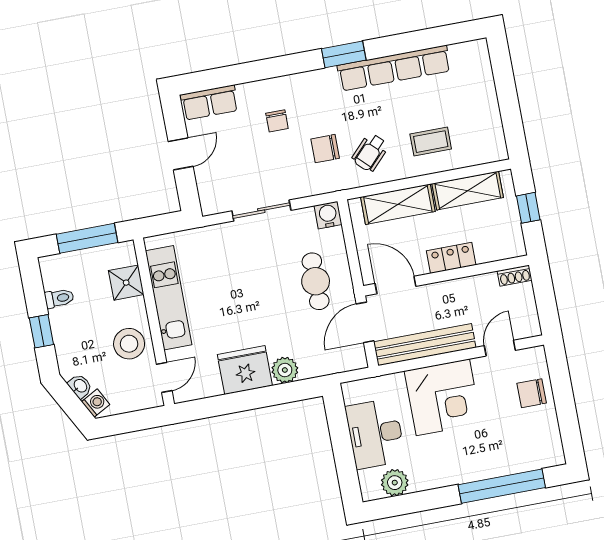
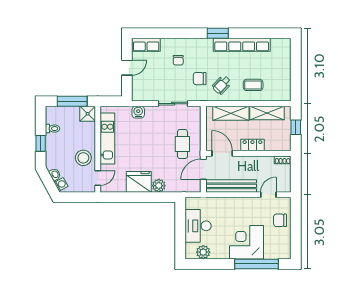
sliding door: (261, 211) -> (173, 104), moved
water cooler: (328, 215) -> (138, 112), moved
shower: (126, 283) -> (88, 114), moved
corner desk: (443, 397) -> (247, 242), moved, turned 180

